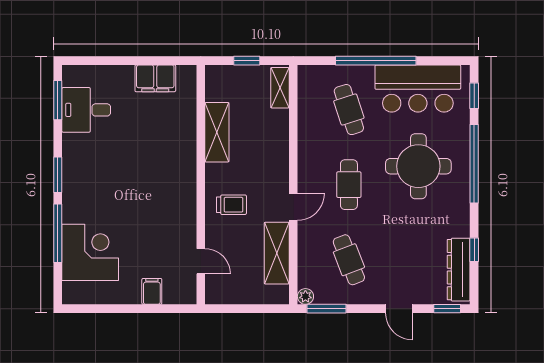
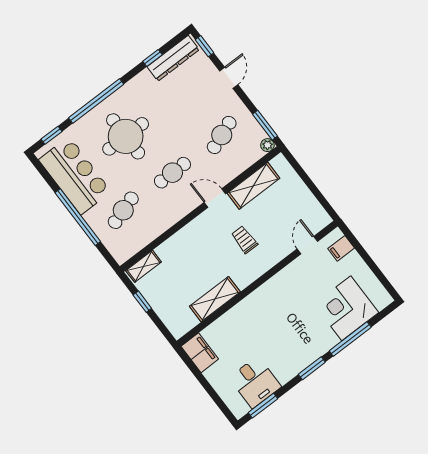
shelving: (217, 132) -> (215, 299), moved
wall: (201, 185) -> (257, 283), moved
door: (201, 261) -> (307, 245), moved

